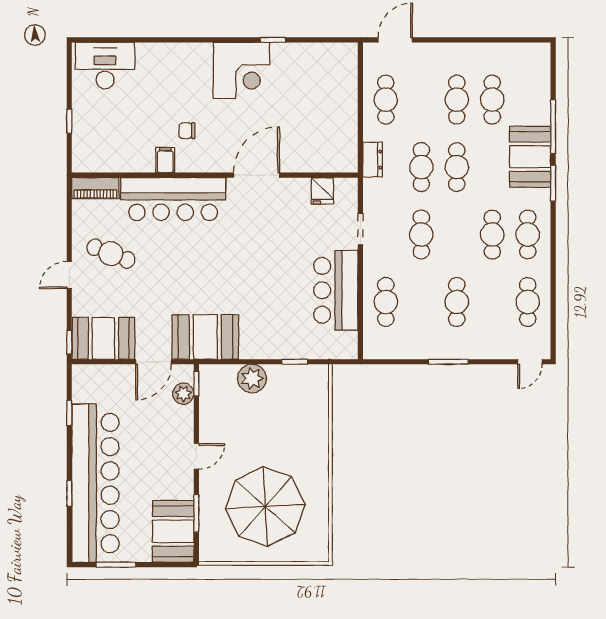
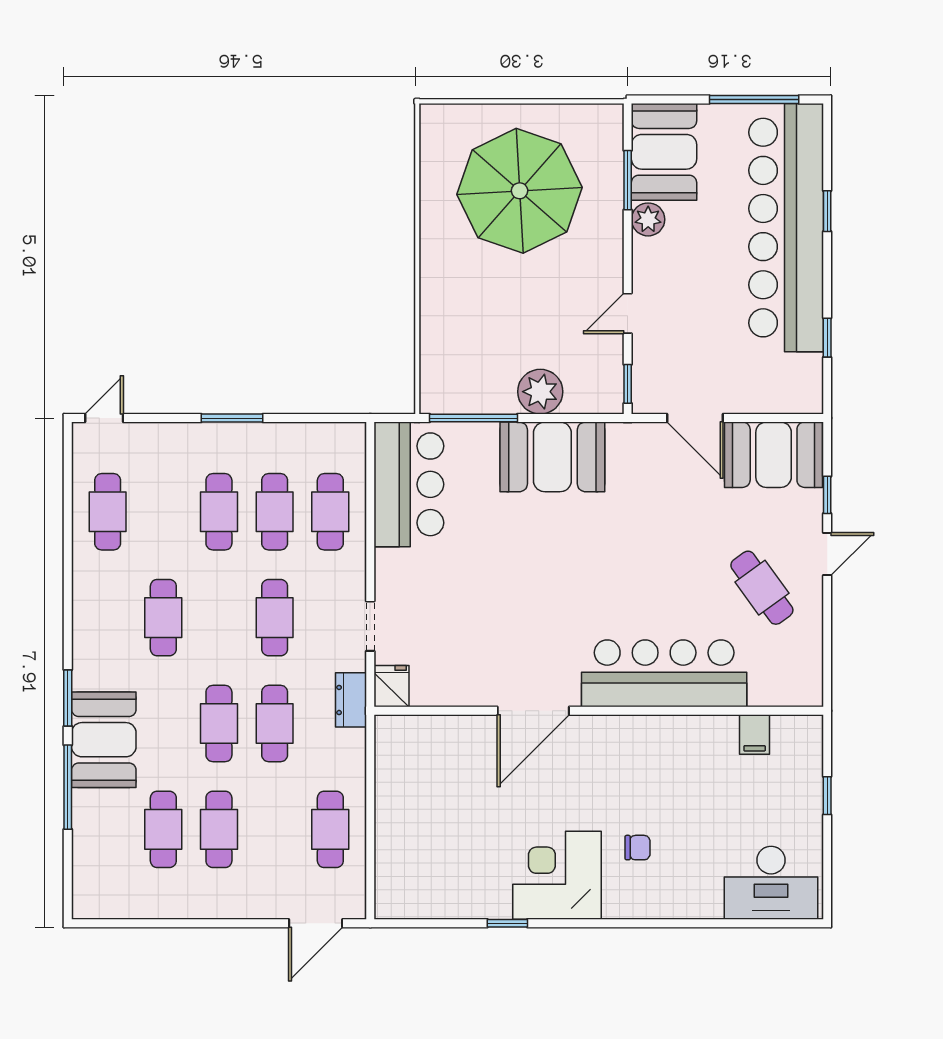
chair: (187, 131) -> (638, 848), moved
filing cabinet: (165, 160) -> (755, 734), moved
dresser: (373, 160) -> (351, 700), moved
piano: (95, 188) -> (786, 690), removed
fridge: (323, 191) -> (392, 686), moved
cafe table: (528, 235) -> (275, 512), moved
cafe table: (111, 254) -> (762, 588), turned 33
bar counter: (336, 290) -> (409, 484), moved
booth: (205, 337) -> (552, 457), moved
window: (69, 342) -> (827, 495), moved
door: (153, 362) -> (695, 418), swing flipped
window: (295, 362) -> (474, 418), width x2.17
plant: (183, 394) -> (648, 219), moved
door: (196, 456) -> (628, 313), moved
window: (116, 565) -> (754, 99), width x1.44

